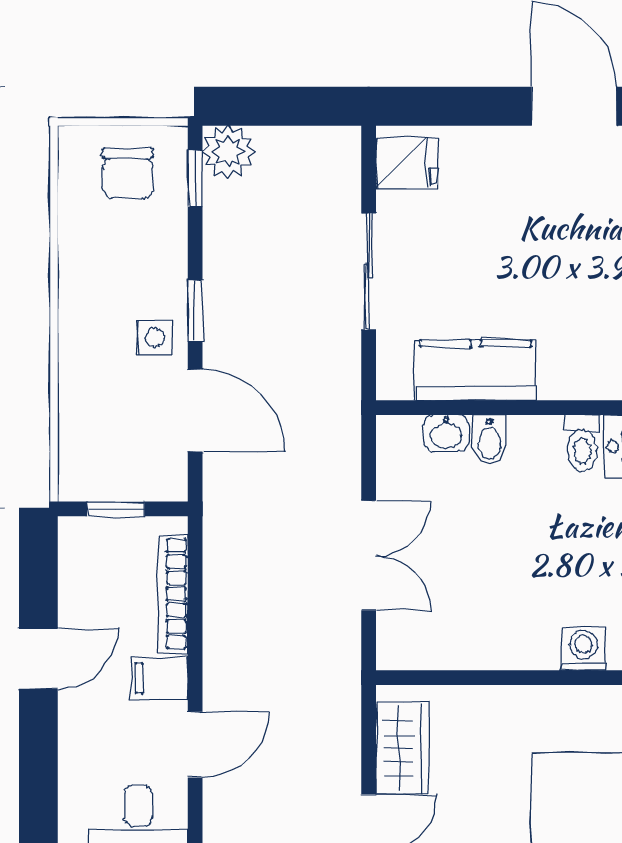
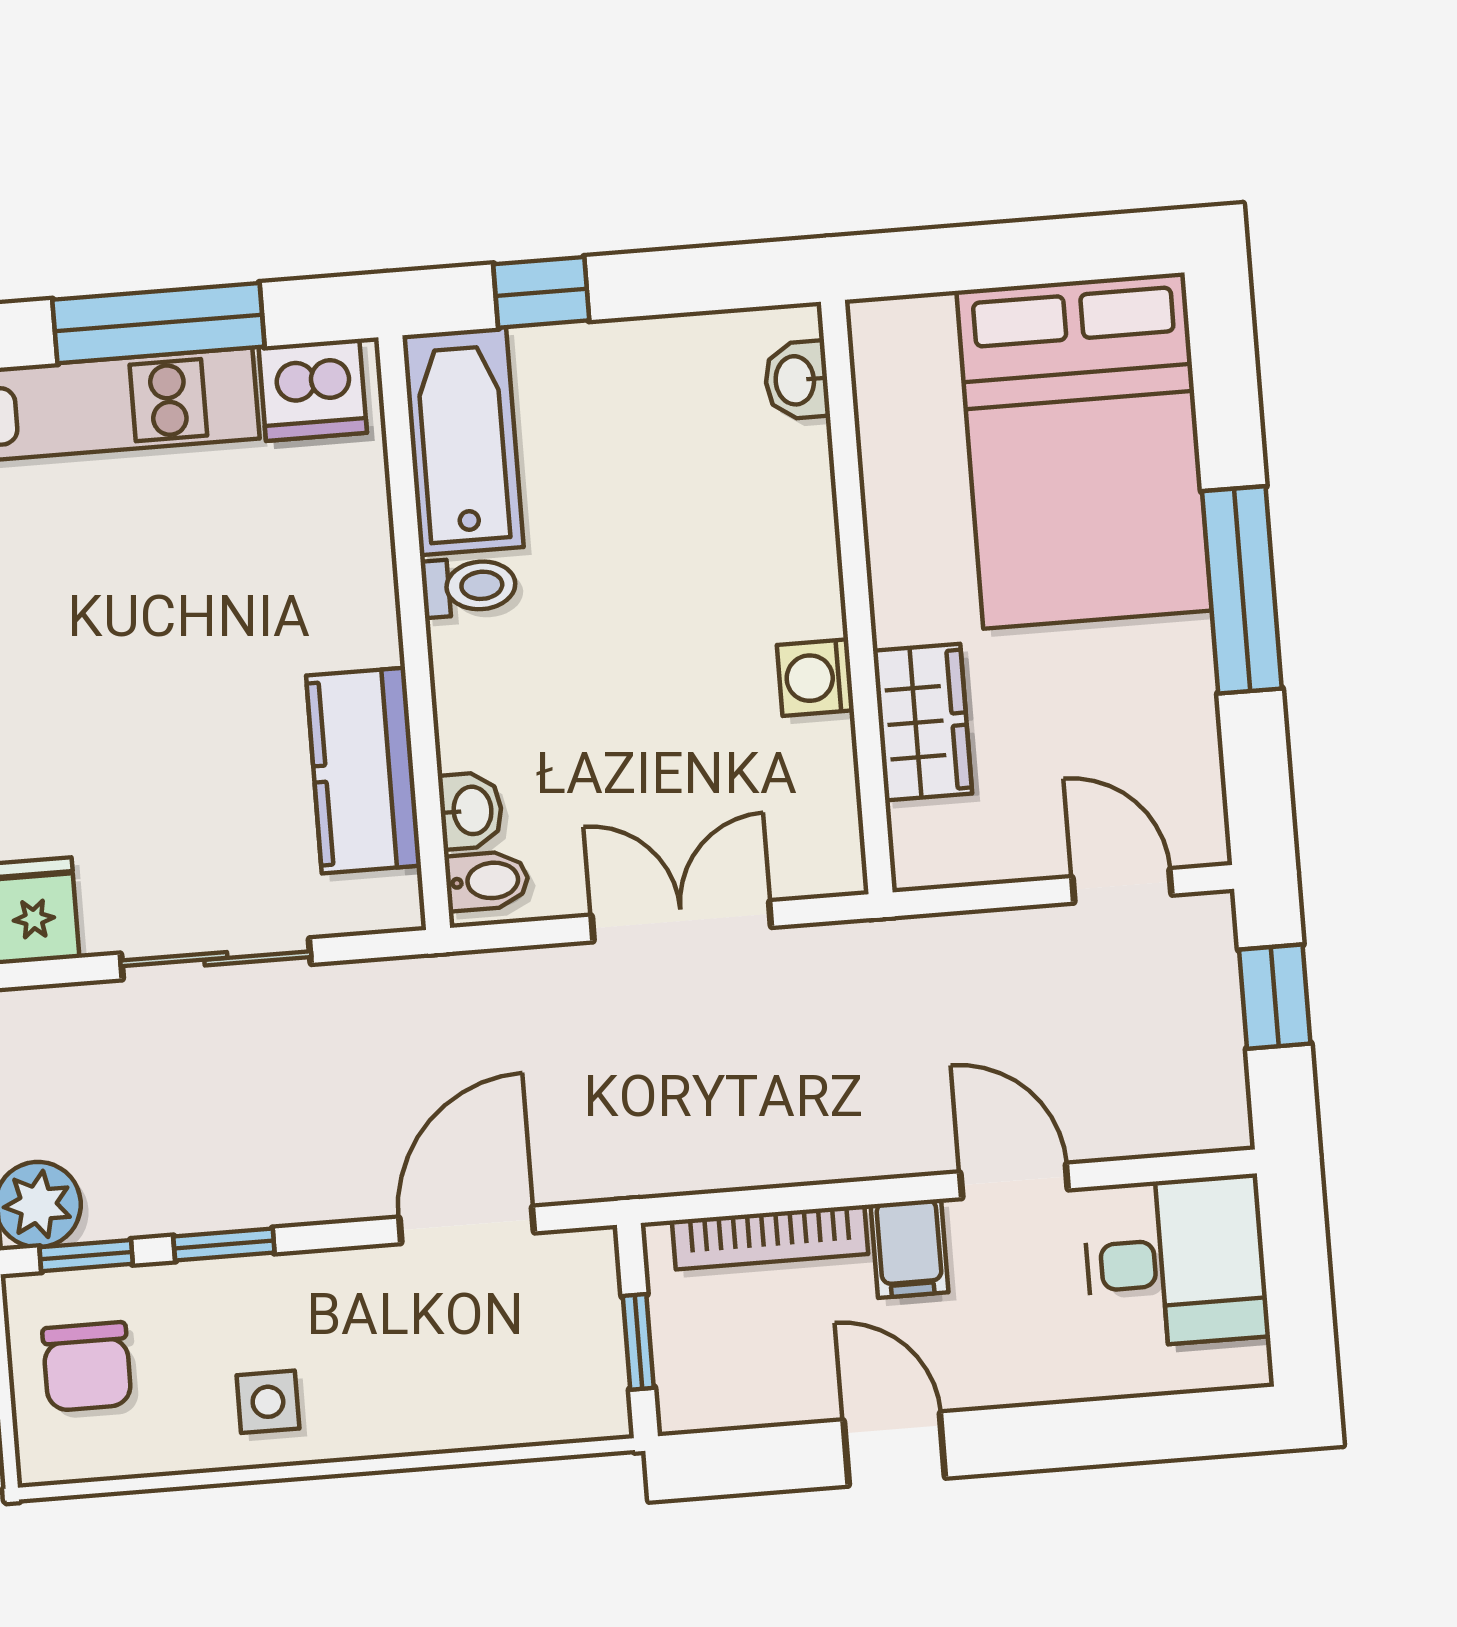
chair: (128, 173) -> (87, 1366), turned 90
window: (195, 311) -> (224, 1244), moved
side table: (155, 338) -> (268, 1402), moved
bidet: (490, 440) -> (487, 881), moved
washing machine: (584, 649) -> (815, 678), moved
wardrobe: (402, 748) -> (923, 722), moved, turned 90

